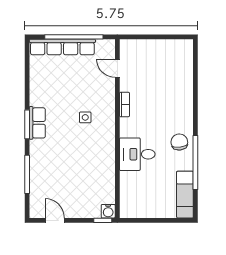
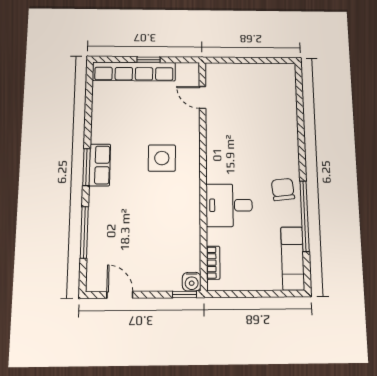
window: (74, 37) -> (149, 60), width x0.32
bookcase: (124, 105) -> (213, 263), moved
side table: (85, 117) -> (162, 158), width x1.87, depth x1.87

